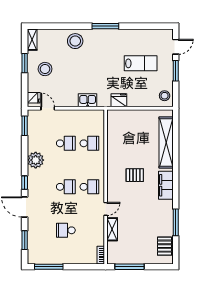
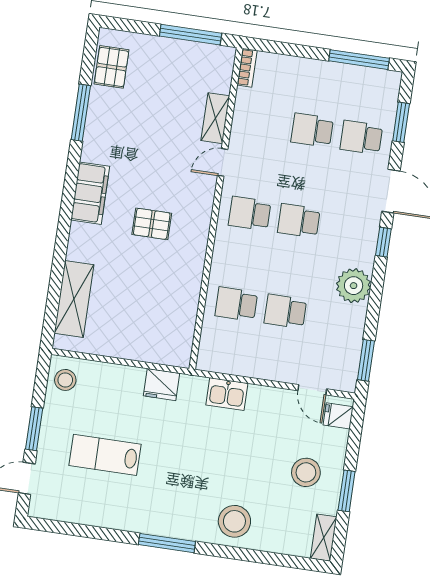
shelving: (166, 143) -> (74, 299), width x0.68
school desk: (42, 230) -> (361, 137), added
school desk: (66, 230) -> (312, 130), turned 180

